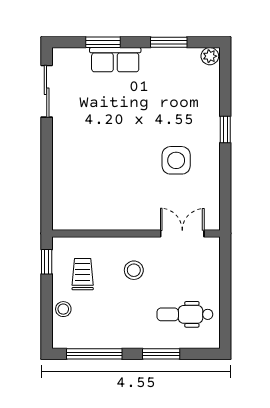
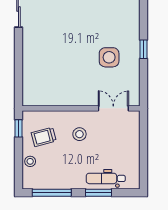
window: (225, 130) -> (143, 49), moved
trolley: (83, 274) -> (44, 137), turned -105
dental chair: (185, 314) -> (106, 178), moved

